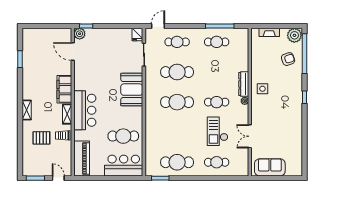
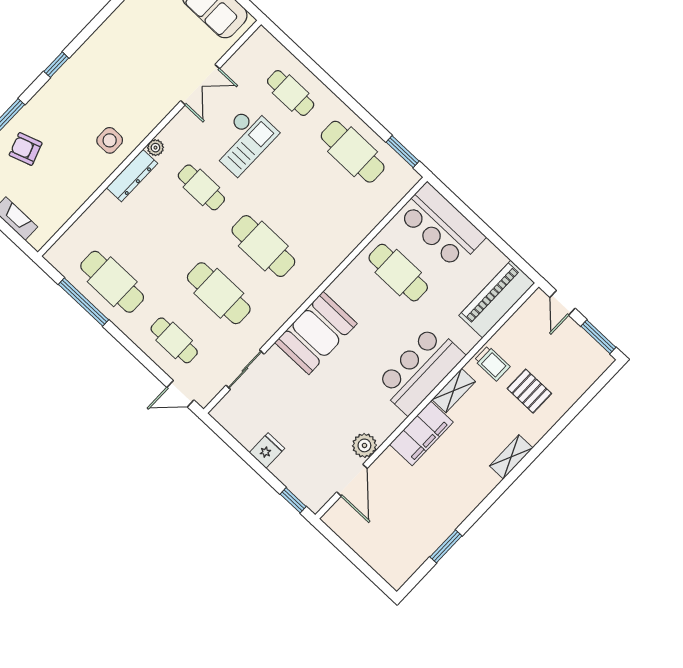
plant: (80, 34) -> (364, 445), moved
fridge: (137, 34) -> (267, 450), moved
cafe table: (217, 42) -> (112, 282), width x1.37, depth x1.35

